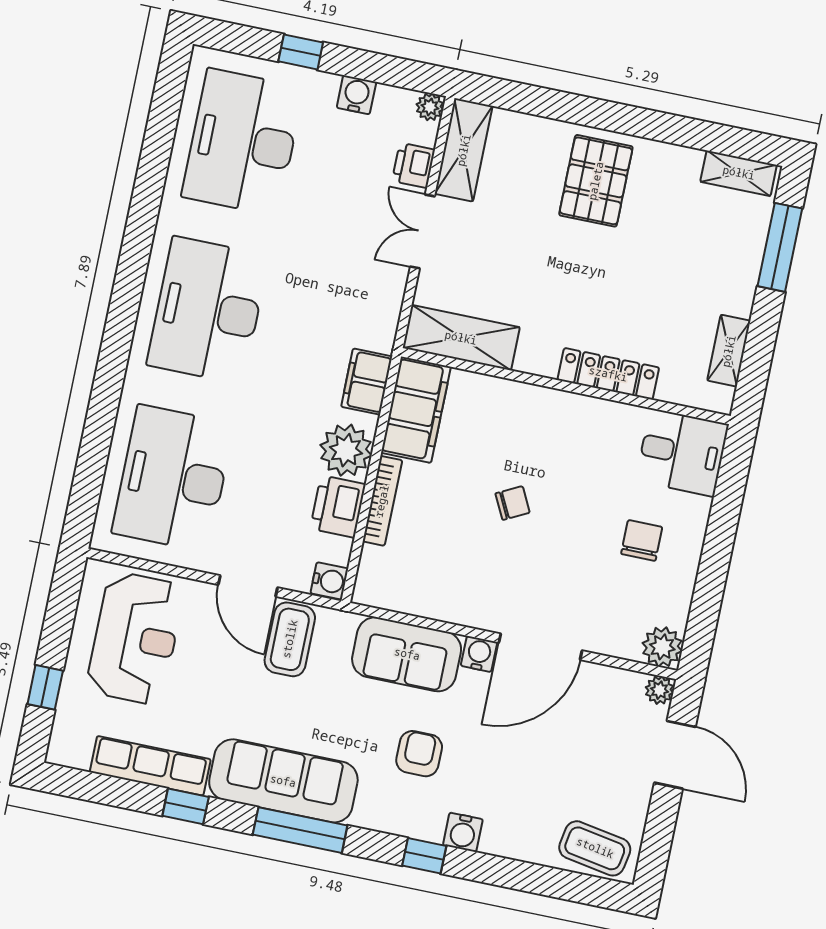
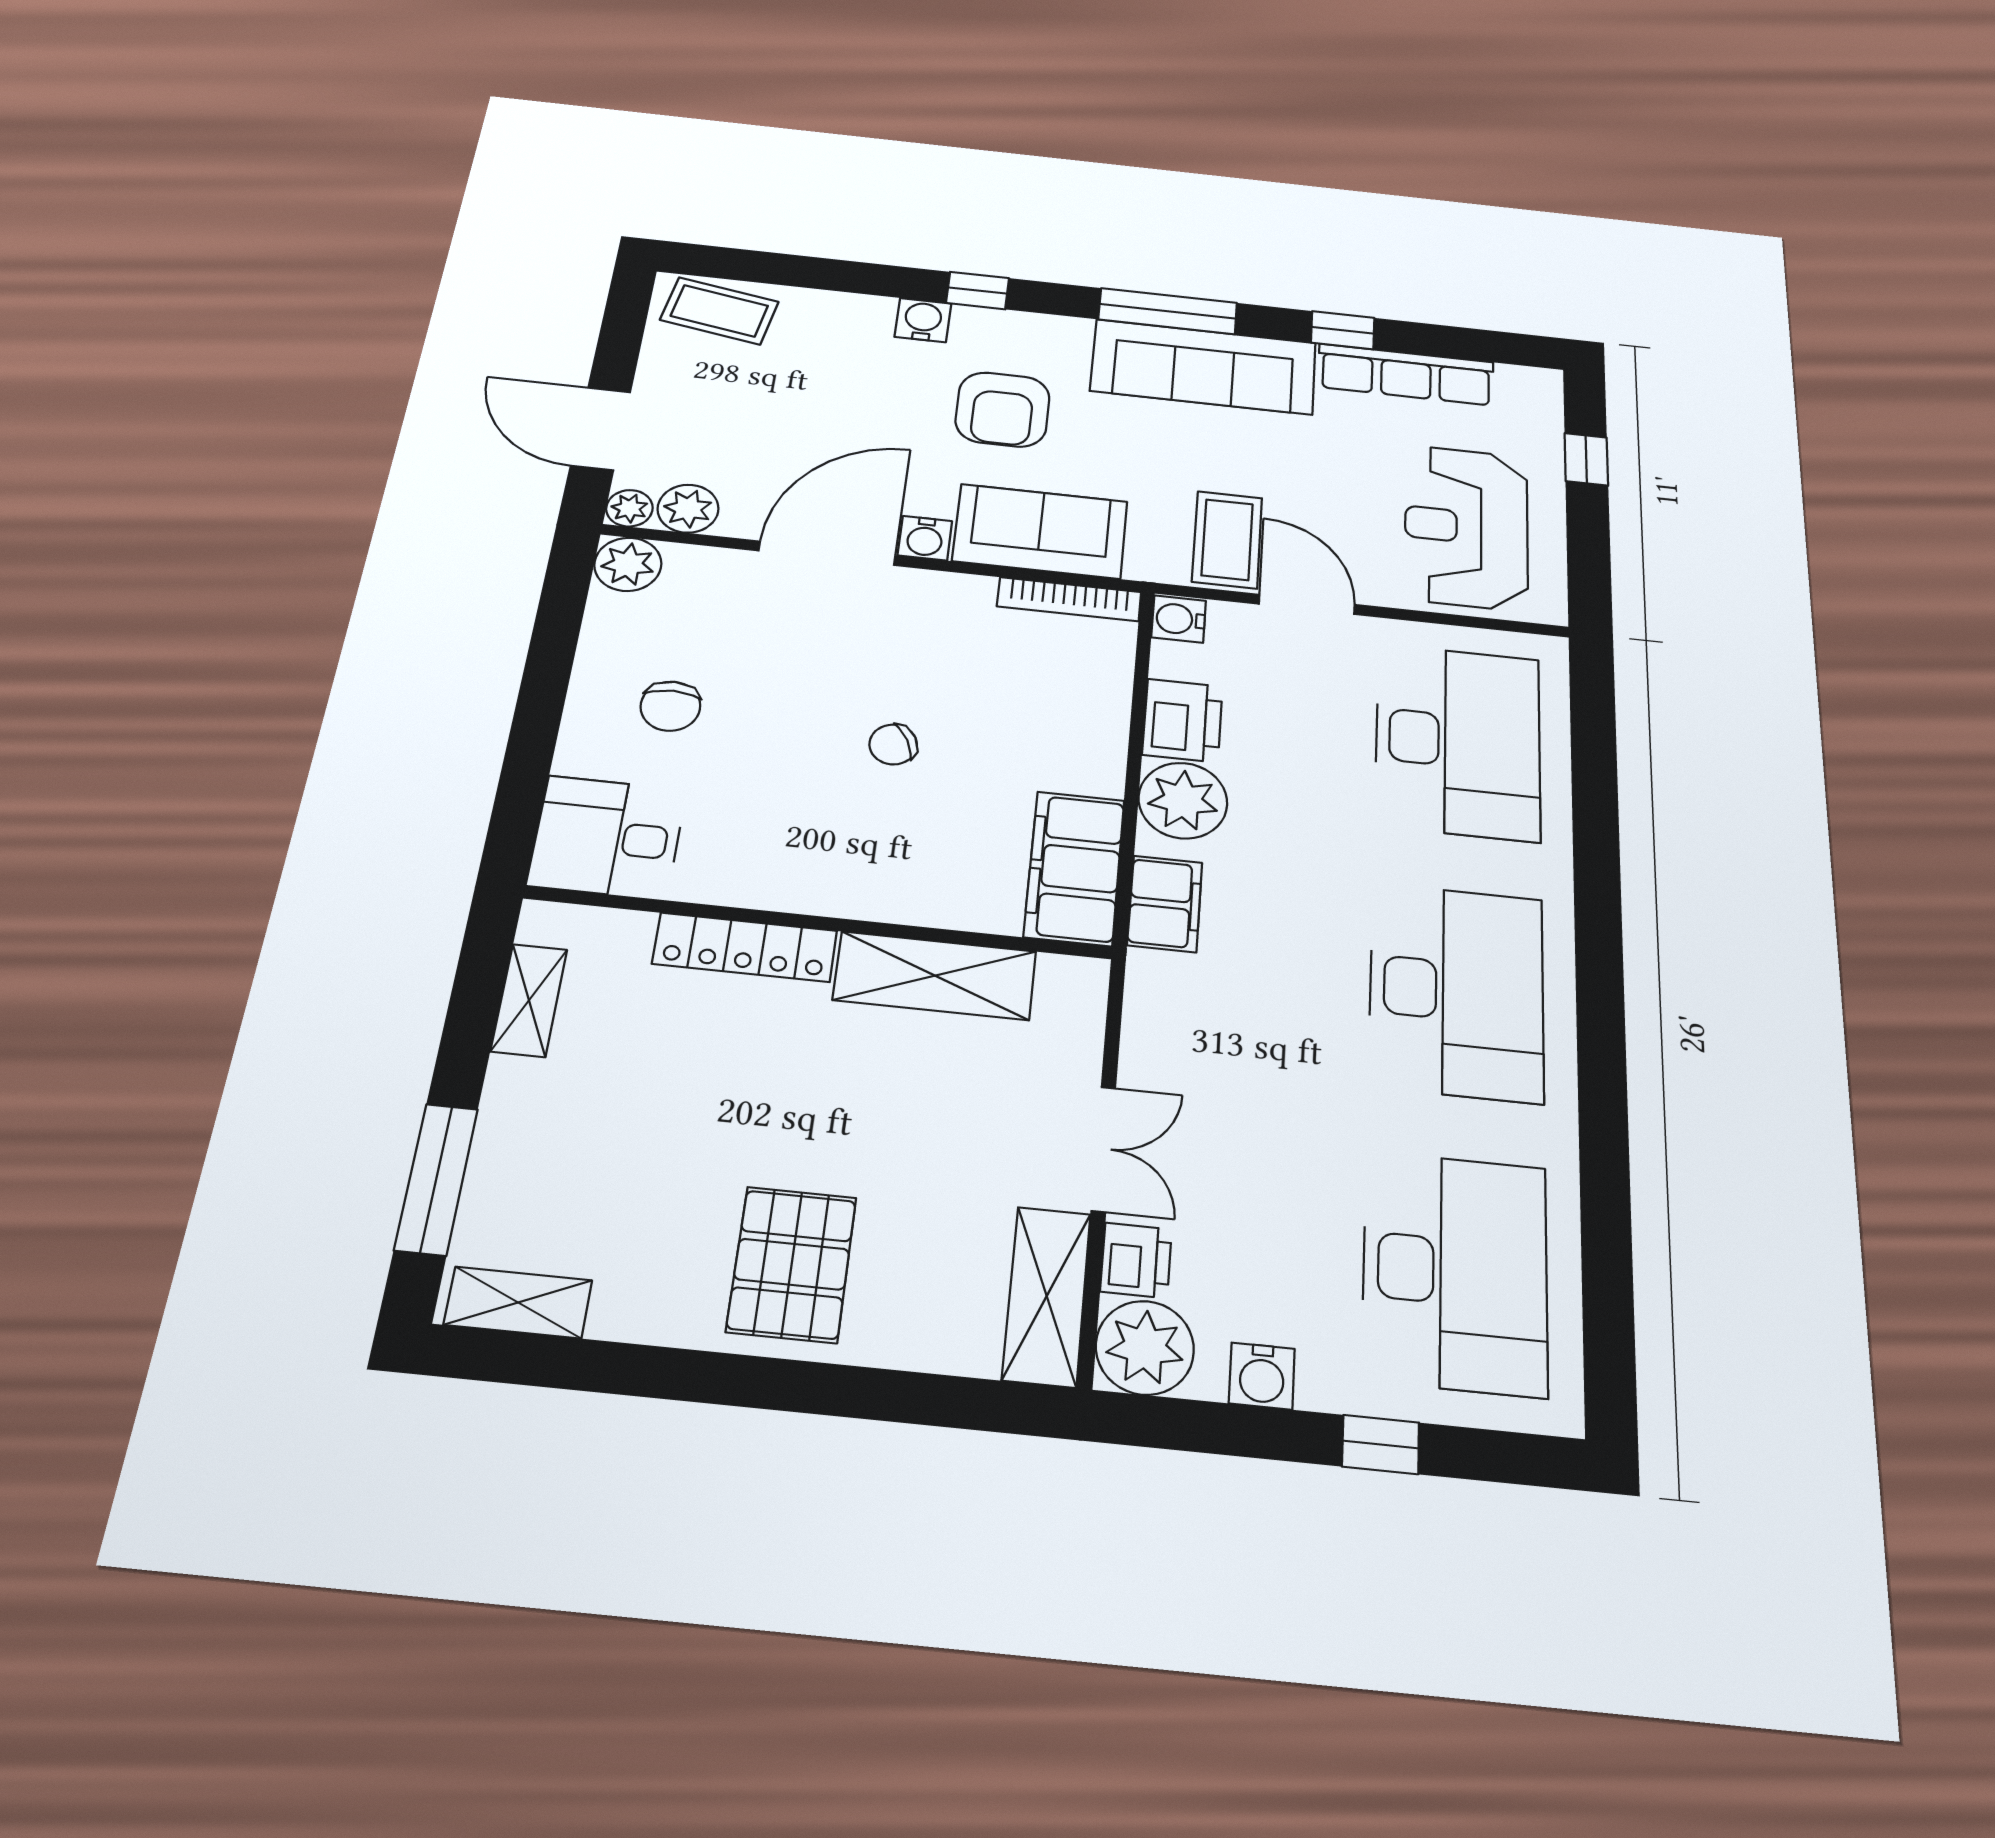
plant: (430, 107) -> (1145, 1348), width x1.88, depth x1.88
shelving: (461, 338) -> (935, 976), moved
bookcase: (382, 501) -> (1069, 599), moved, turned -90
plant: (624, 687) -> (688, 509), added
armchair: (419, 754) -> (1003, 409), width x1.38, depth x1.38

